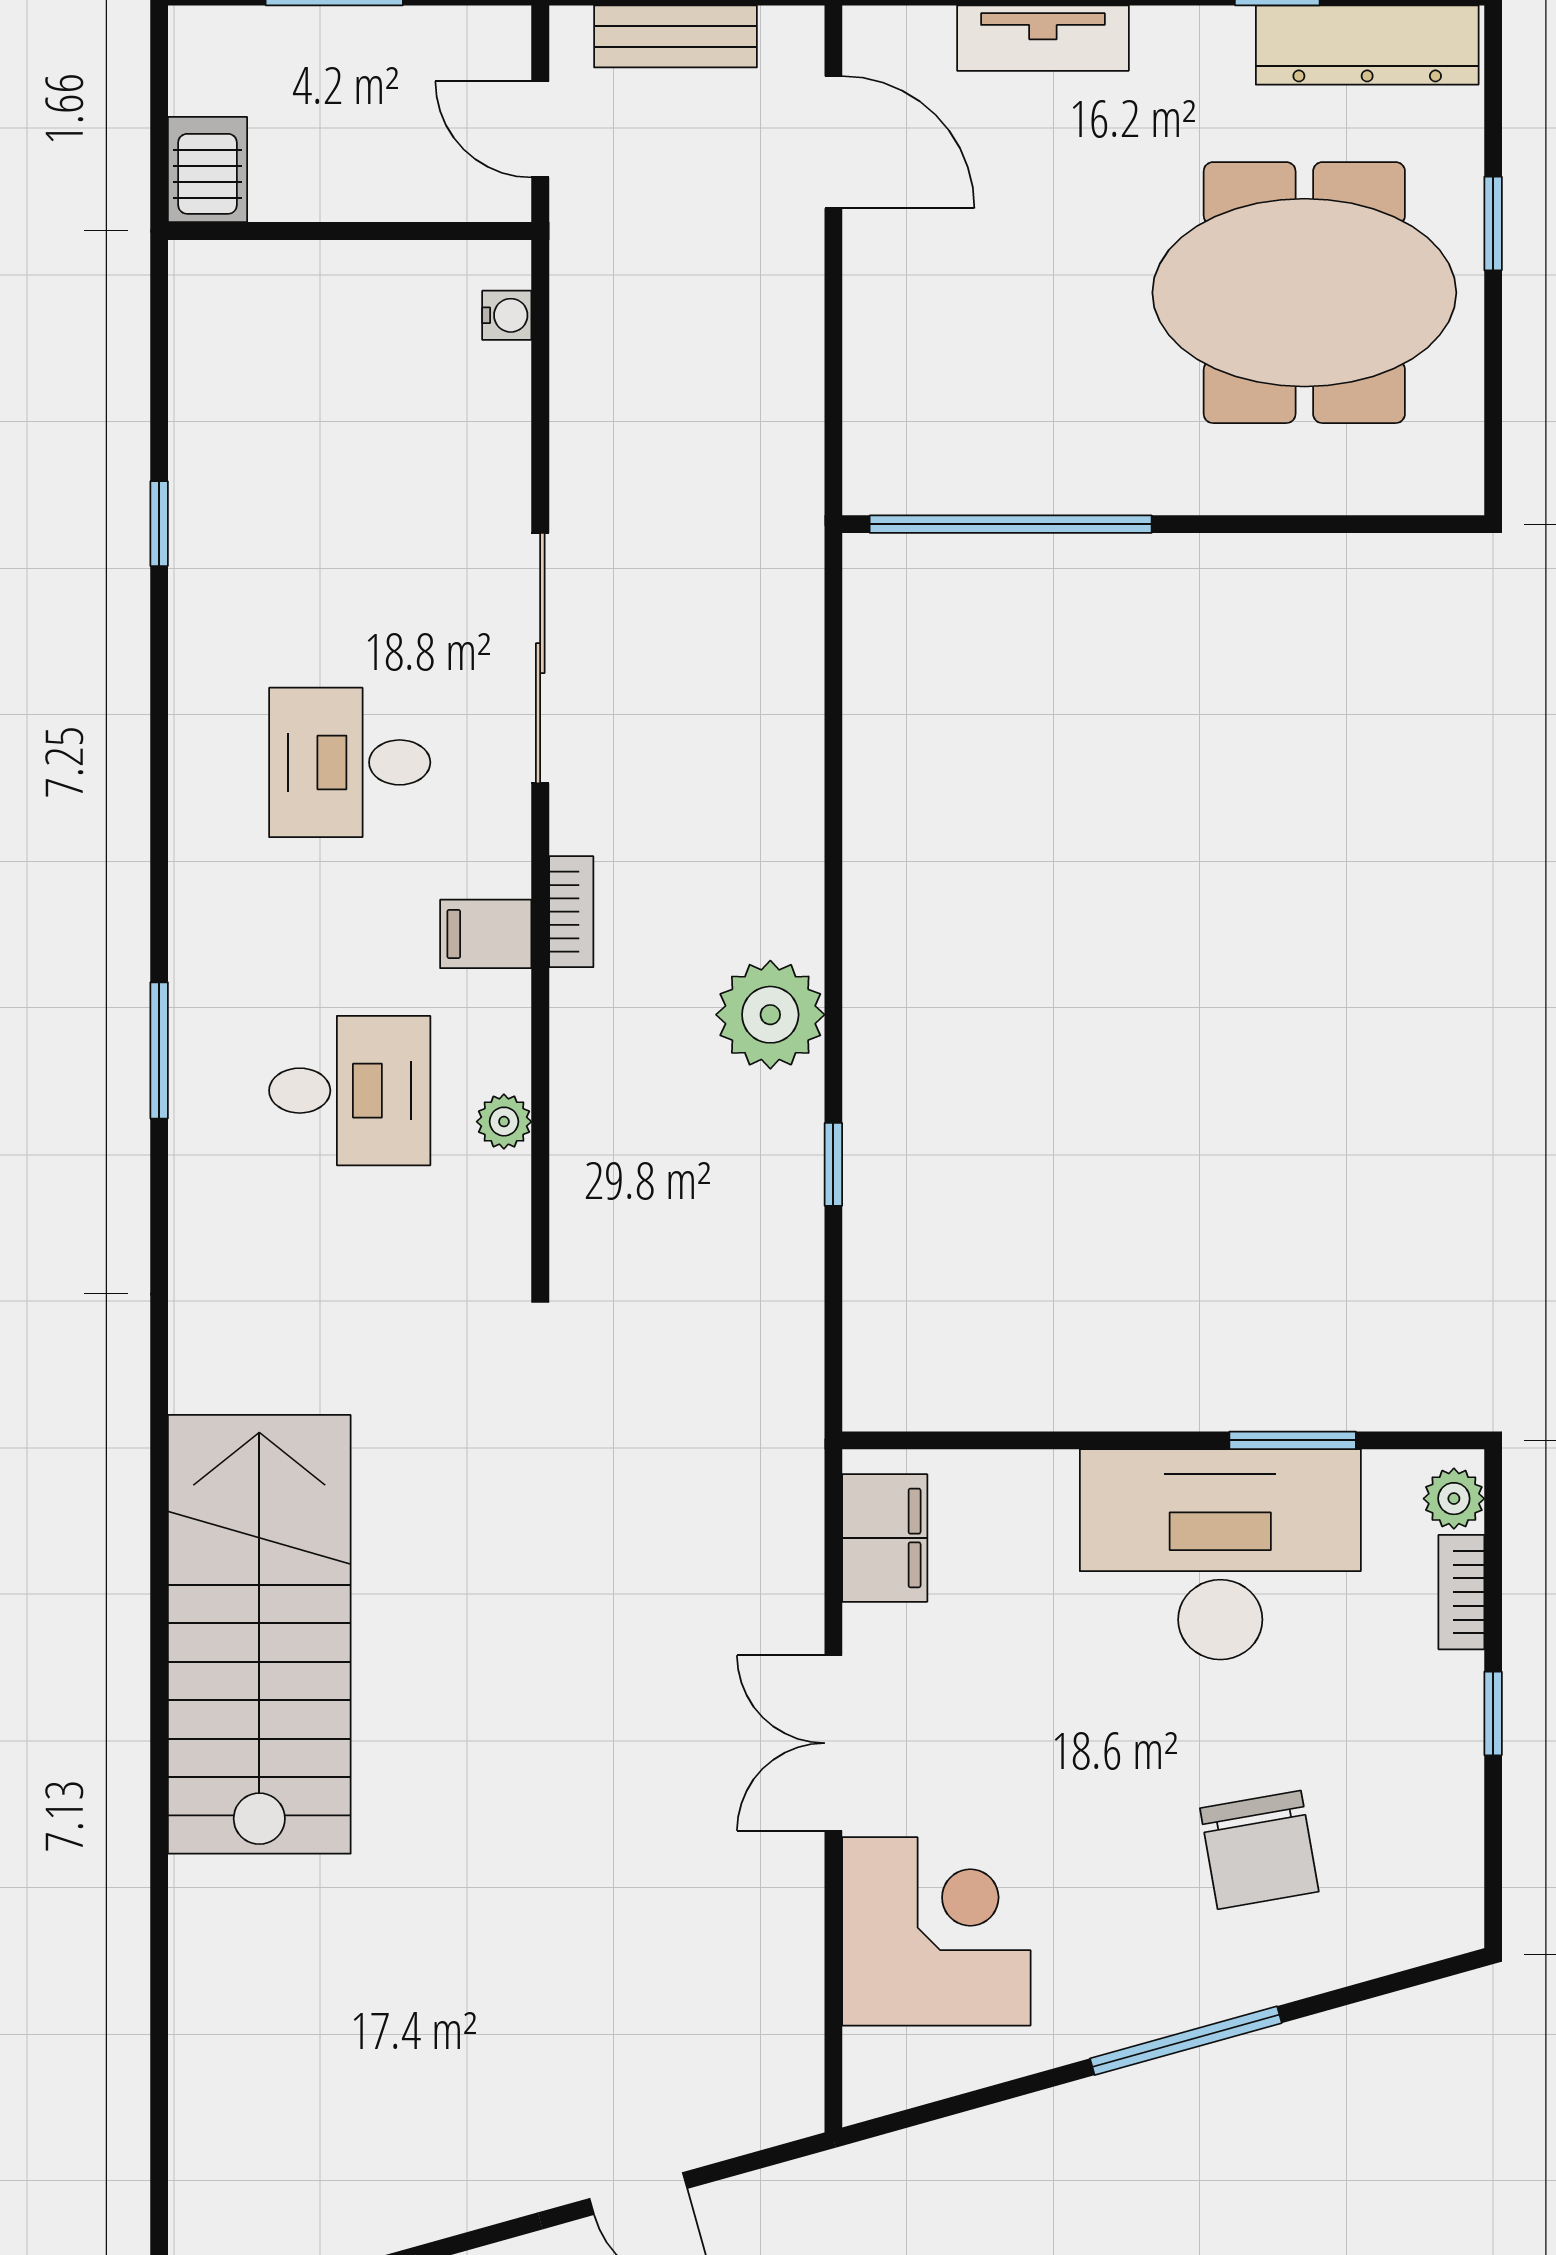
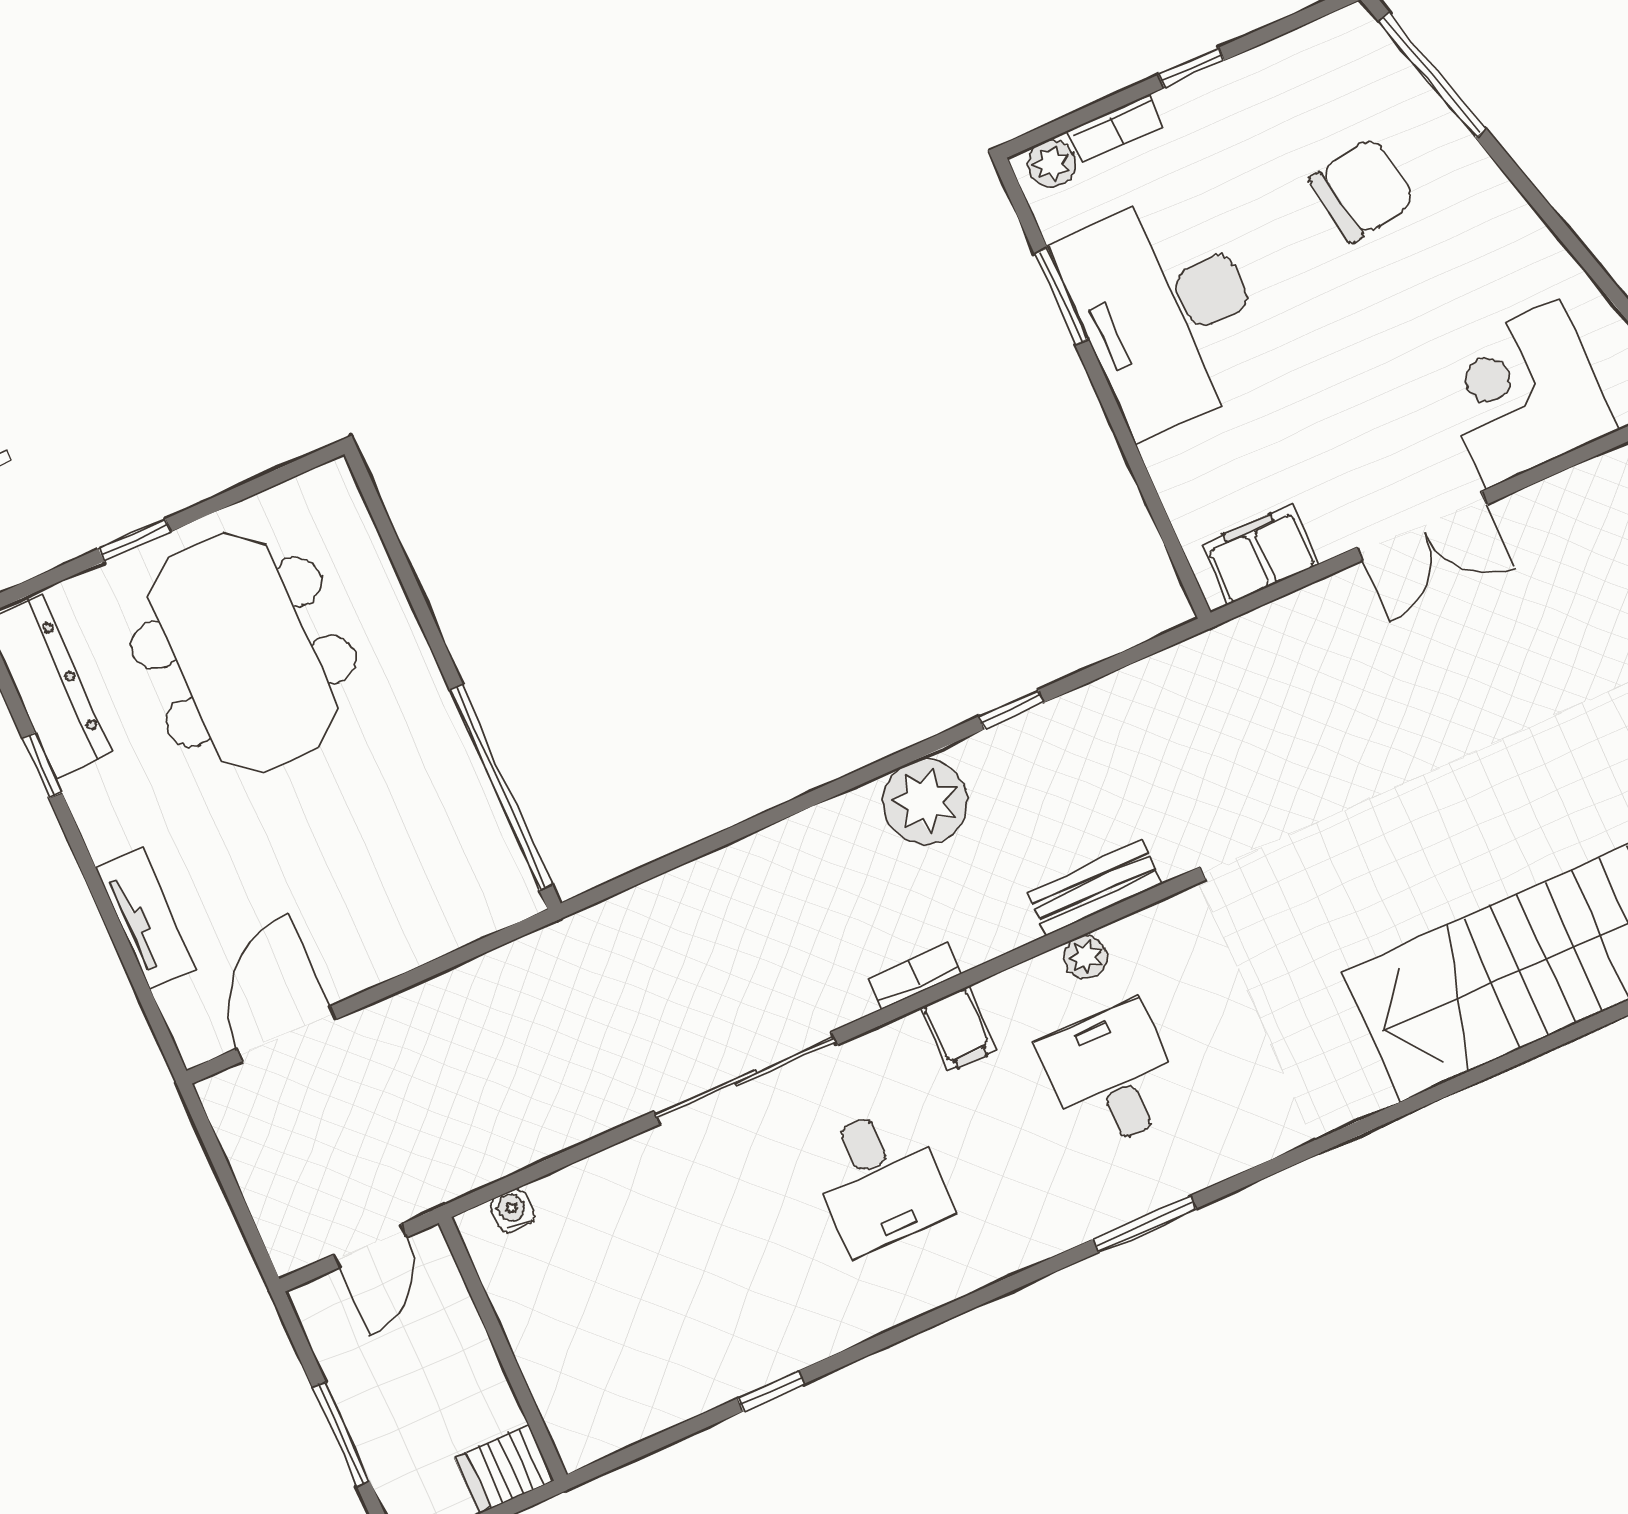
bench: (676, 36) -> (1094, 888), moved, turned 90
window: (1186, 2041) -> (1432, 75), moved

